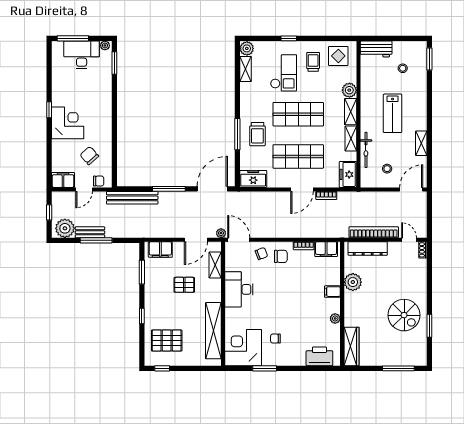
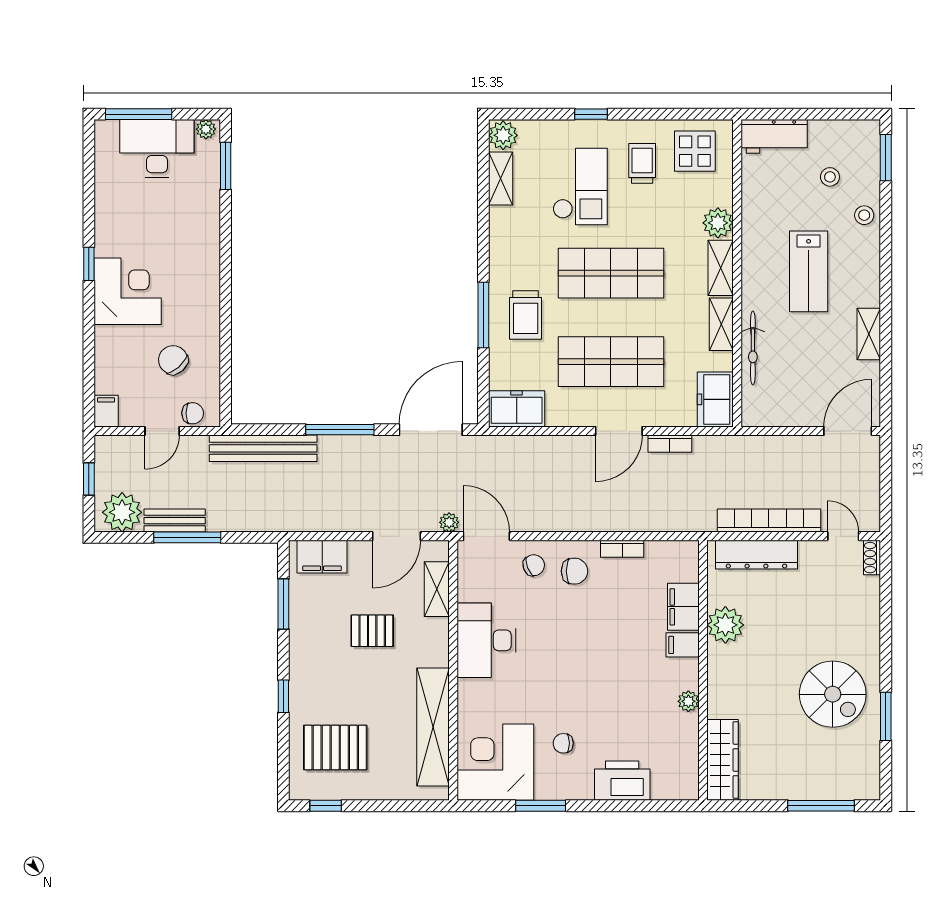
stool: (387, 169) -> (864, 215), moved
filing cabinet: (63, 180) -> (106, 411), width x0.50
filing cabinet: (326, 249) -> (683, 607), moved, turned 90
printer: (319, 356) -> (622, 781), moved

